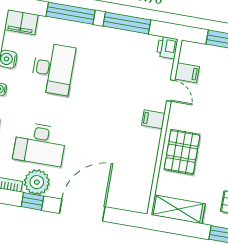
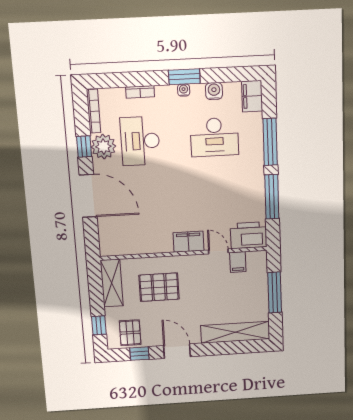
printer: (167, 47) -> (249, 235), width x1.87, depth x1.48
door: (171, 91) -> (218, 251), swing flipped
filing cabinet: (153, 119) -> (188, 242), width x2.00
pallet: (182, 152) -> (159, 287), moved

